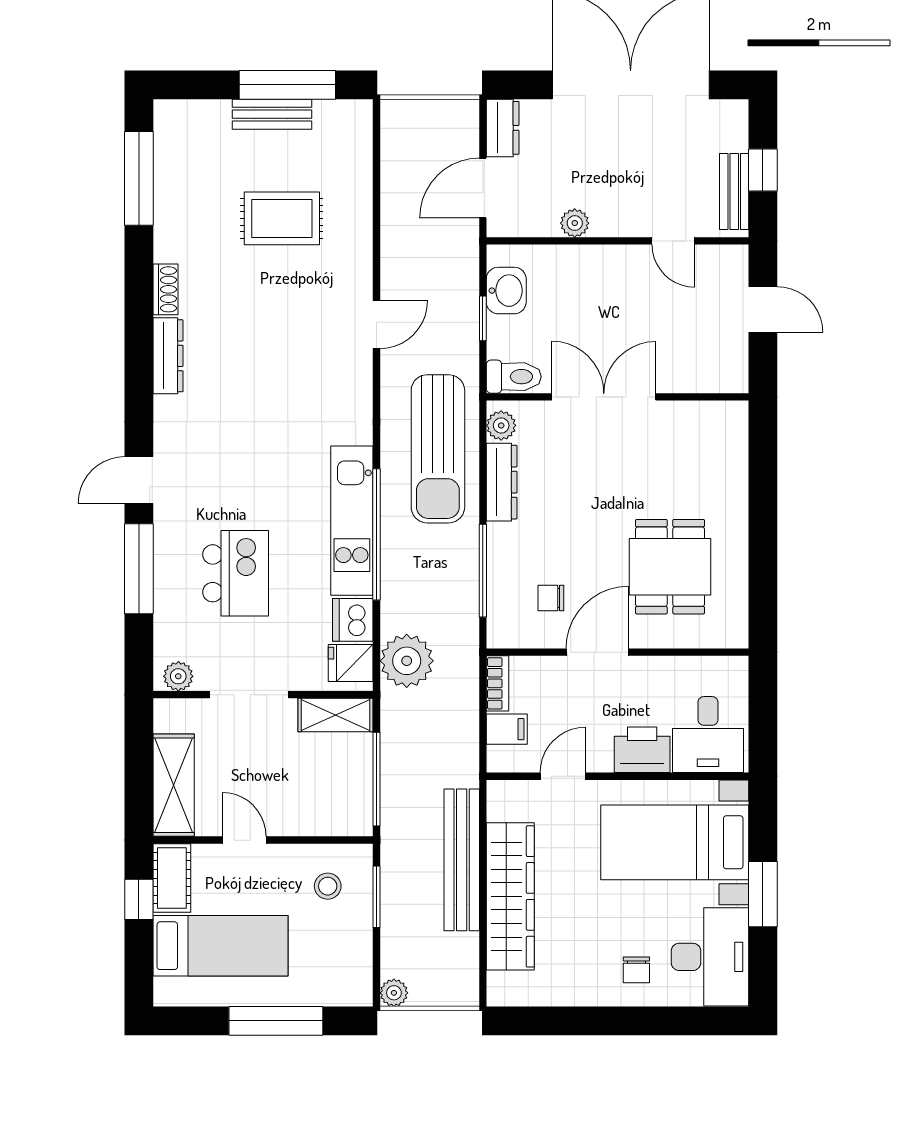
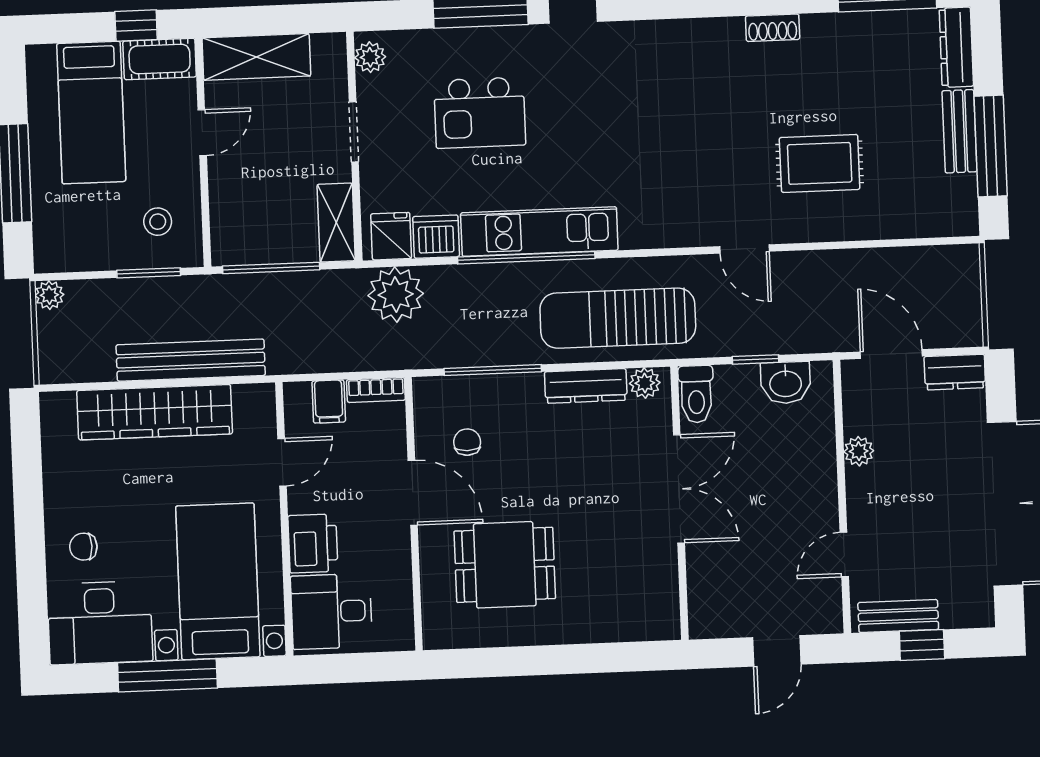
rug: (282, 218) -> (820, 163), moved, turned 90
dresser: (168, 356) -> (956, 47), moved, turned 90
doorway: (249, 695) -> (354, 132), width x0.73
door: (563, 776) -> (282, 462), hinge flipped
window: (763, 894) -> (167, 675), width x1.44

